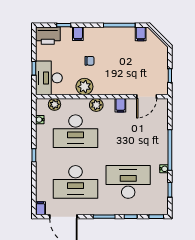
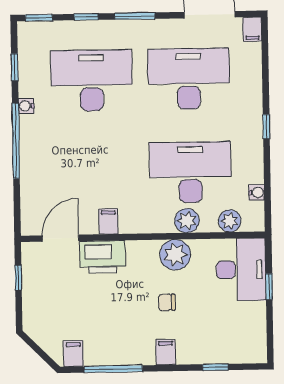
filing cabinet: (78, 34) -> (166, 352), moved
printer: (48, 36) -> (103, 257), moved, turned 180
plant: (96, 105) -> (187, 221), moved
desk: (128, 182) -> (92, 80), turned 180

